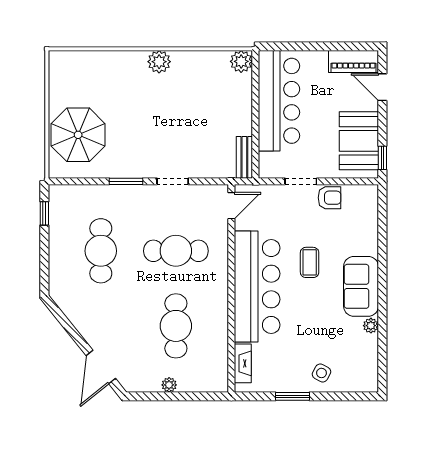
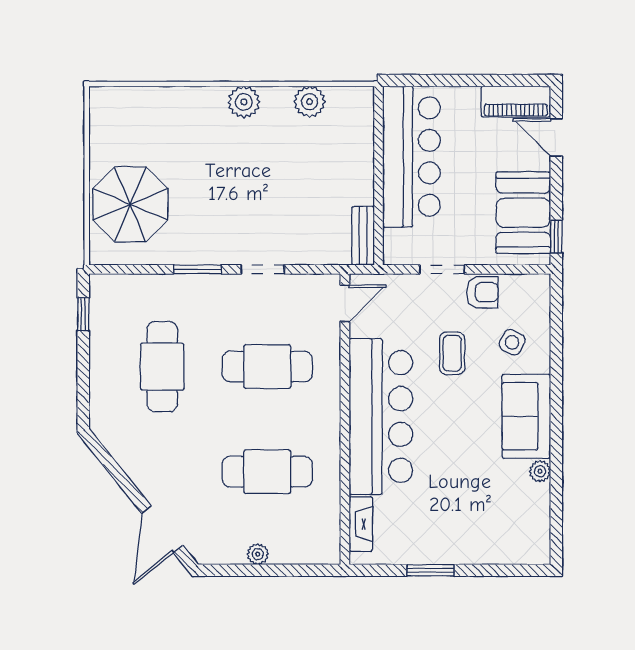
plant: (241, 61) -> (310, 102), moved
coffee table: (310, 262) -> (452, 353), moved
cafe table: (176, 326) -> (267, 472), turned 90
side table: (322, 373) -> (512, 342), moved

